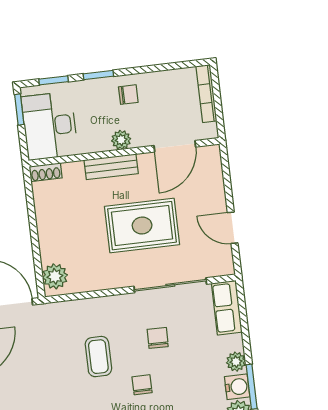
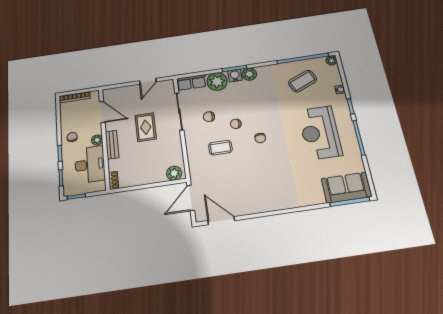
desk: (50, 126) -> (90, 164), moved, turned -90
rug: (142, 226) -> (146, 127), width x0.73, depth x0.70
plant: (236, 362) -> (217, 81), width x1.87, depth x1.87

